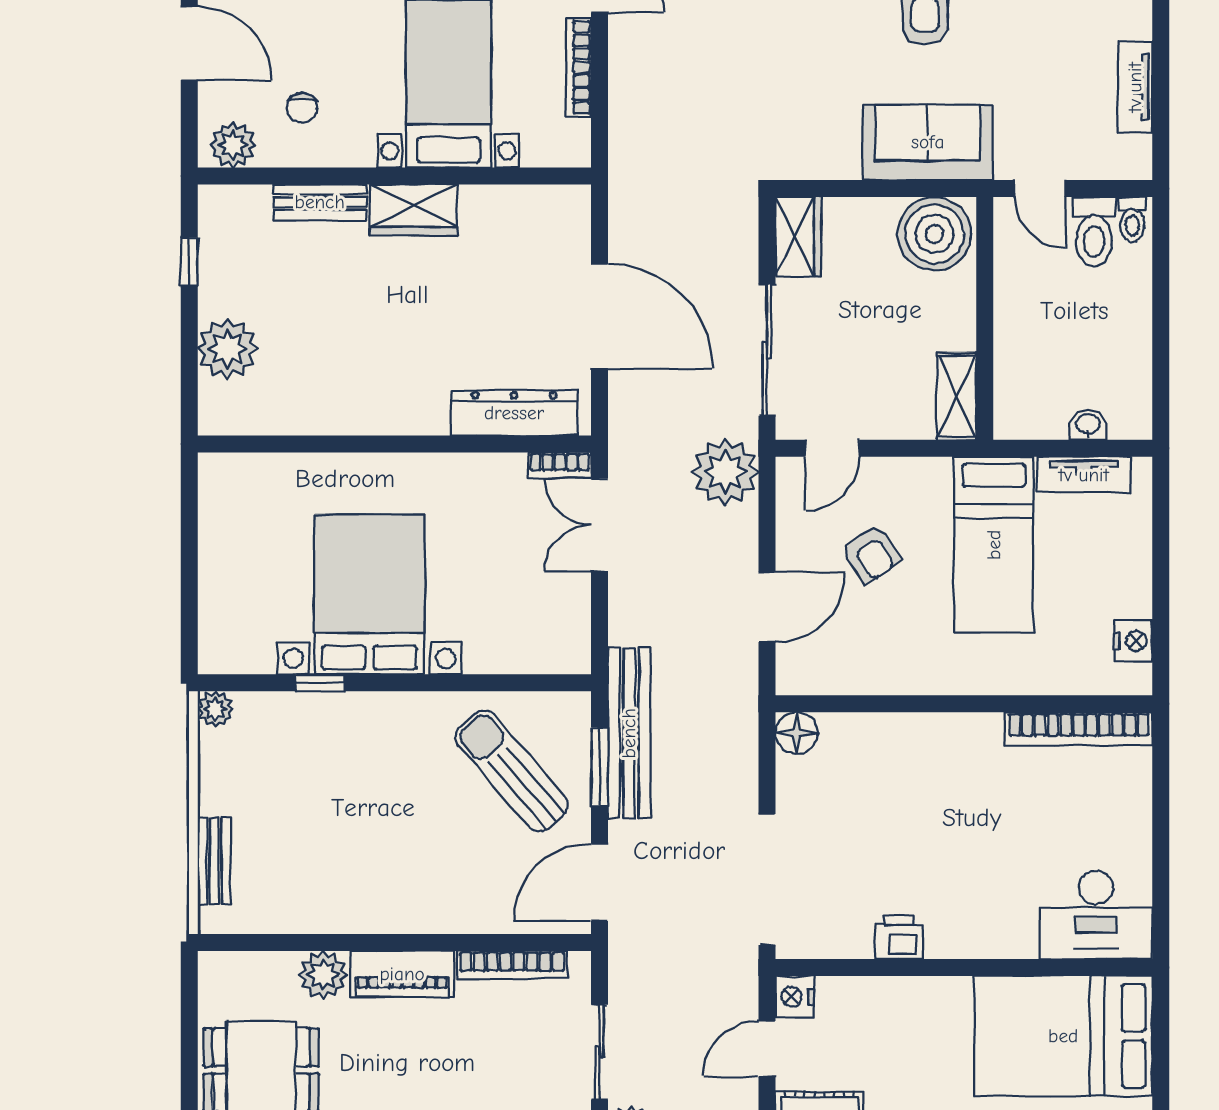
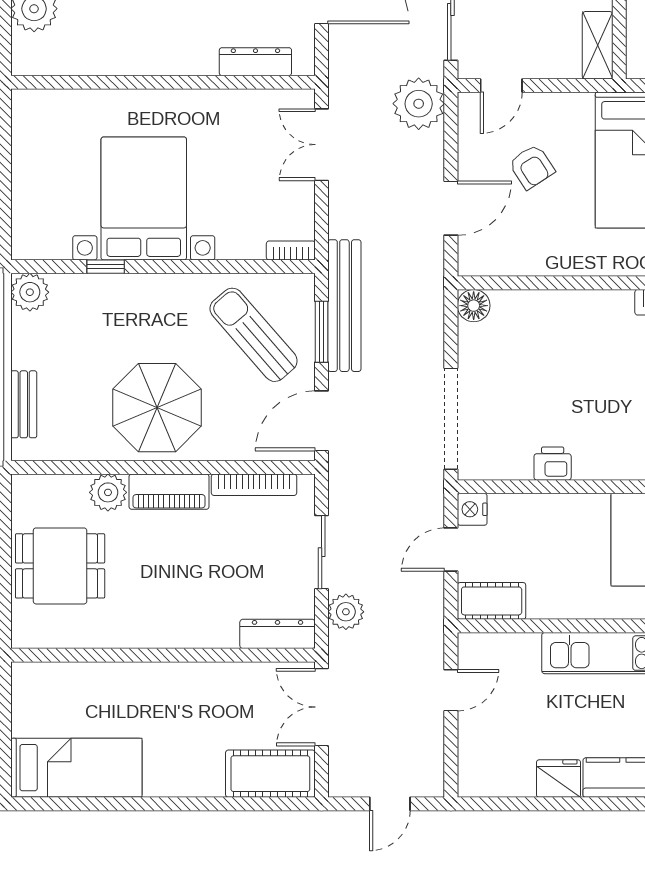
dresser: (514, 413) -> (255, 62), width x0.73, depth x0.80
bookcase: (560, 465) -> (291, 251), moved, turned 180
plant: (215, 709) -> (30, 292), width x1.38, depth x1.38
parasol: (387, 865) -> (157, 408), added

